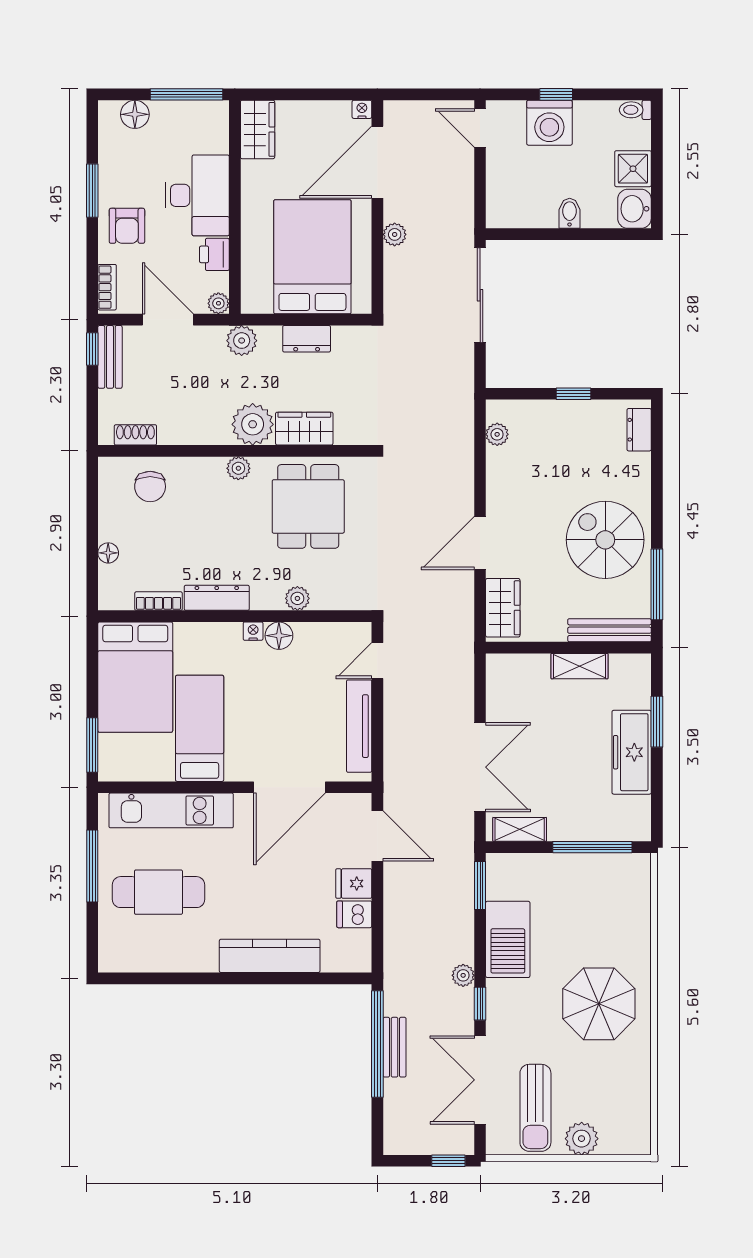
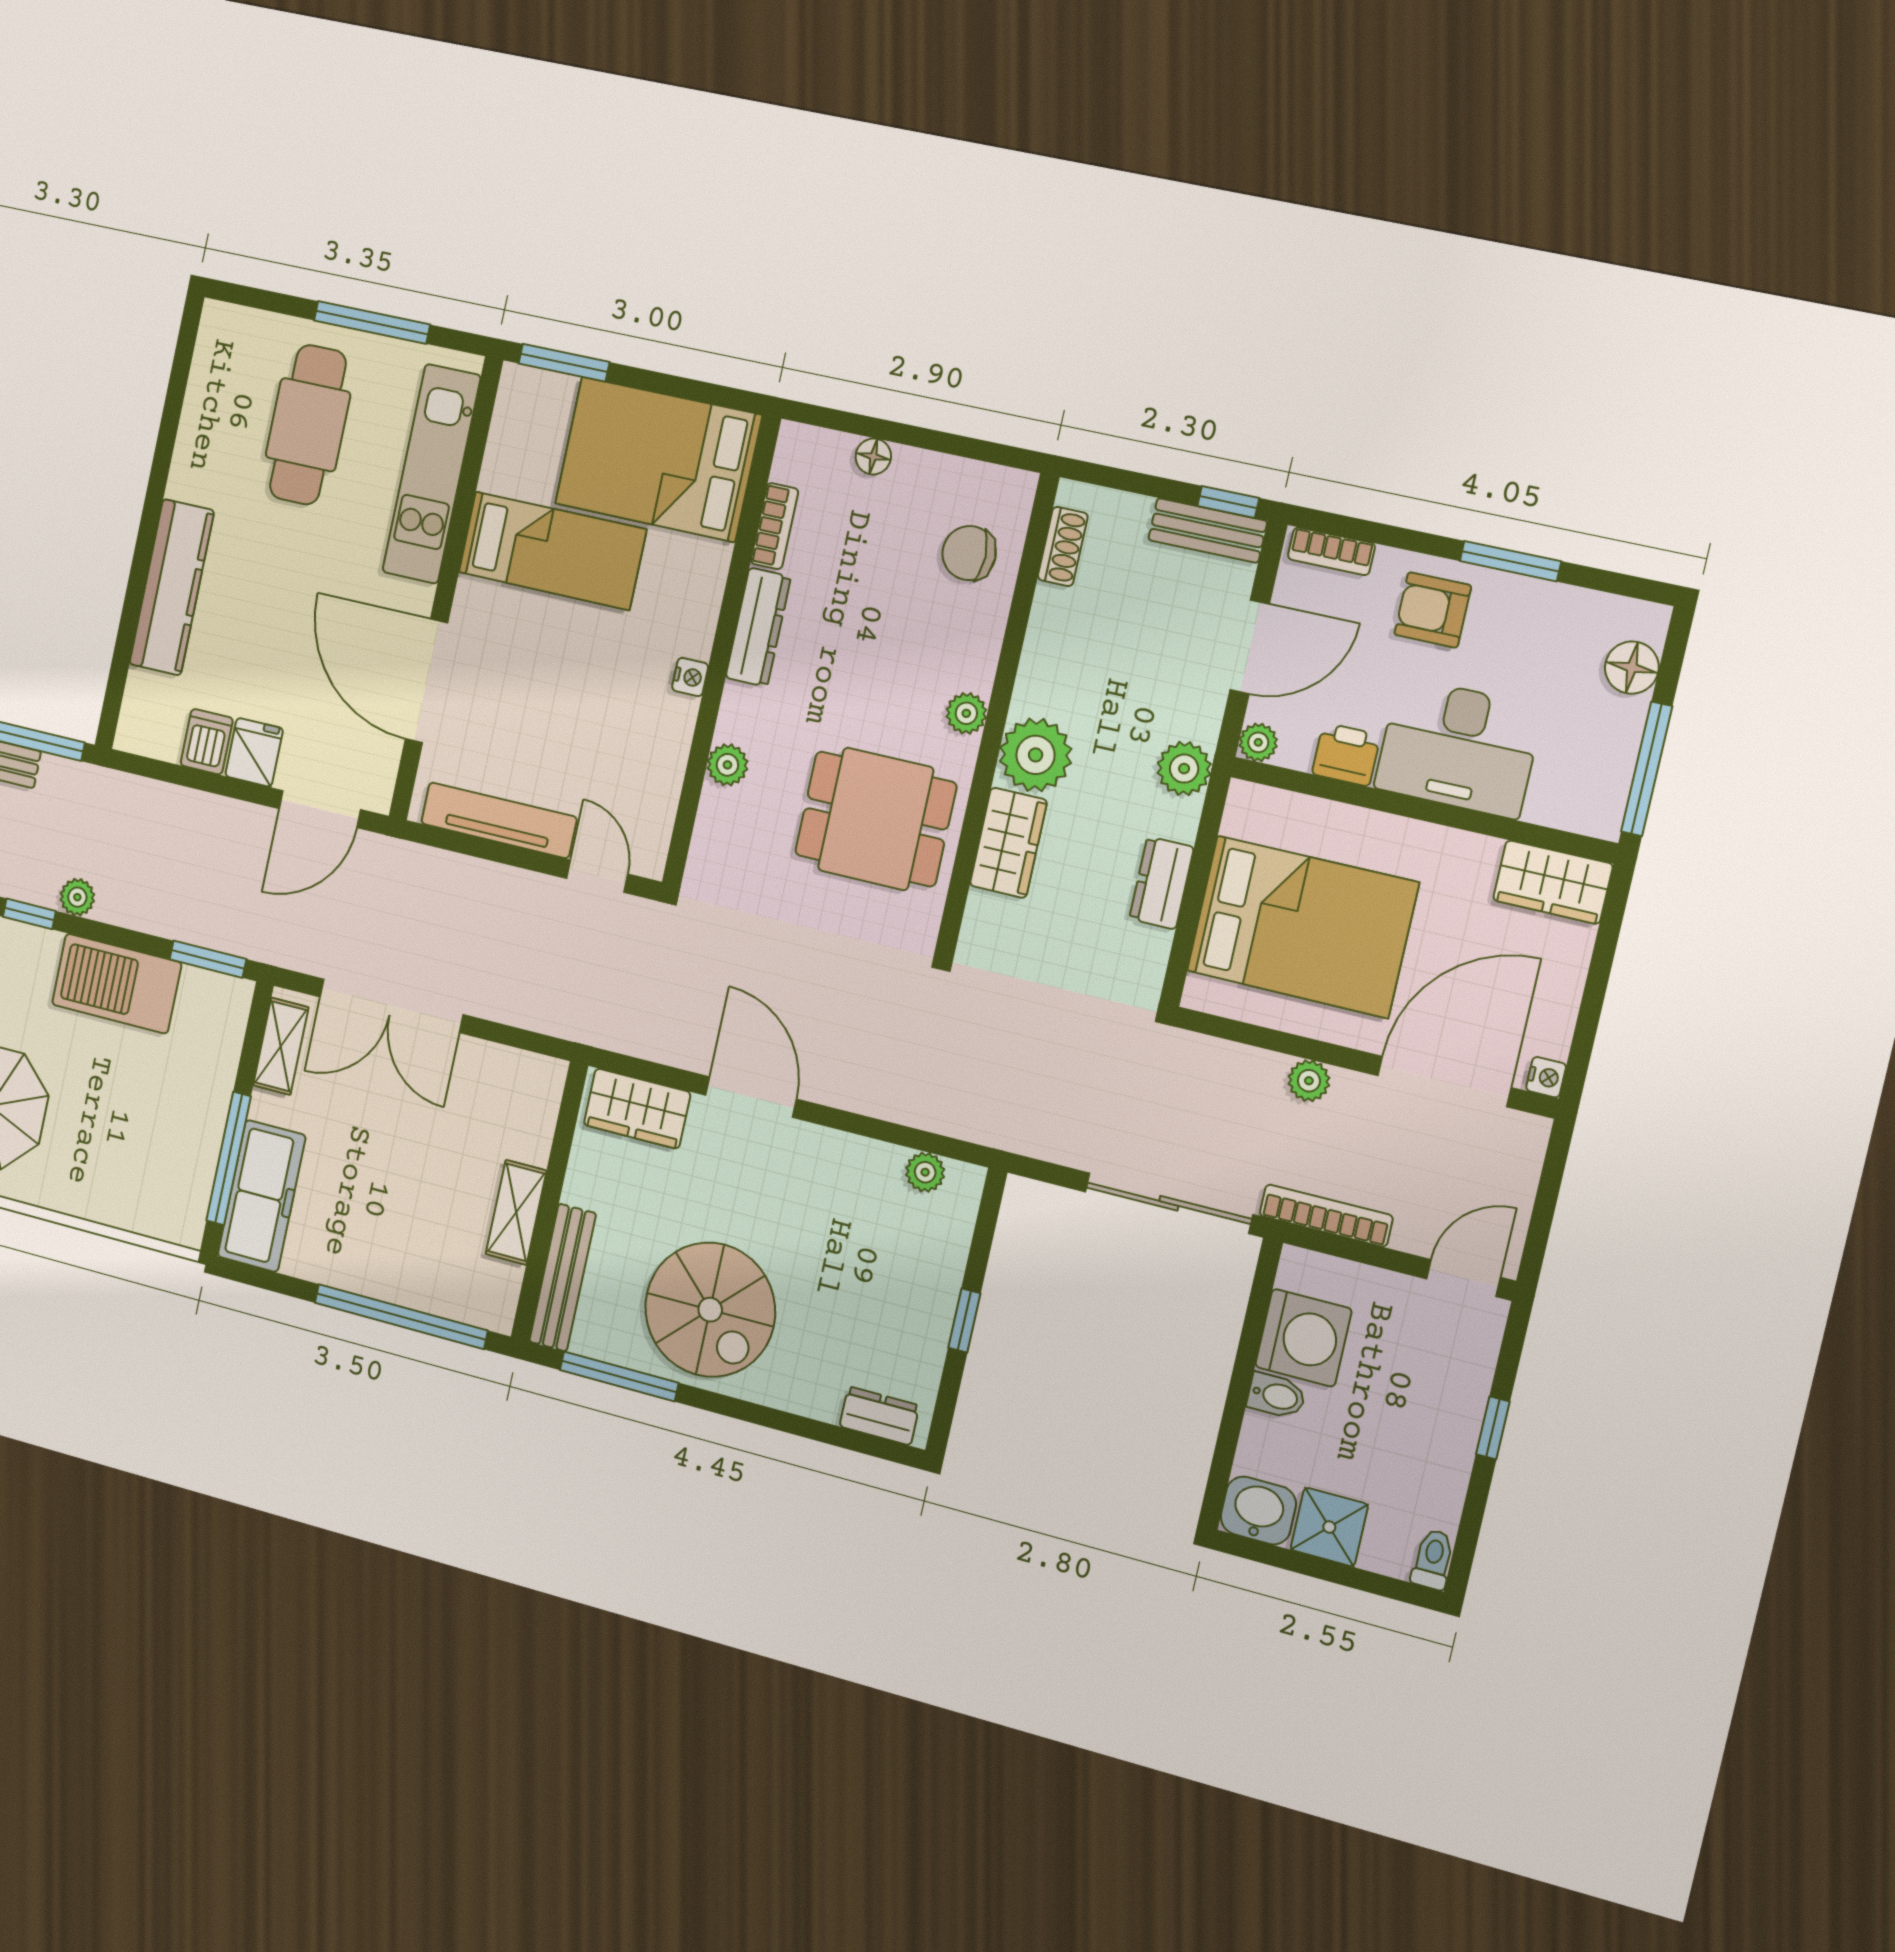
washing machine: (549, 123) -> (1303, 1338), moved, turned 180
door: (377, 162) -> (1444, 1082), hinge flipped
bookcase: (465, 209) -> (1326, 1216), added
spiral stairs: (605, 540) -> (710, 1310), turned 90
floor lamp: (279, 636) -> (673, 719), removed
window: (657, 722) -> (401, 1317), width x2.11
freezer: (632, 752) -> (262, 1196), moved, turned 90

